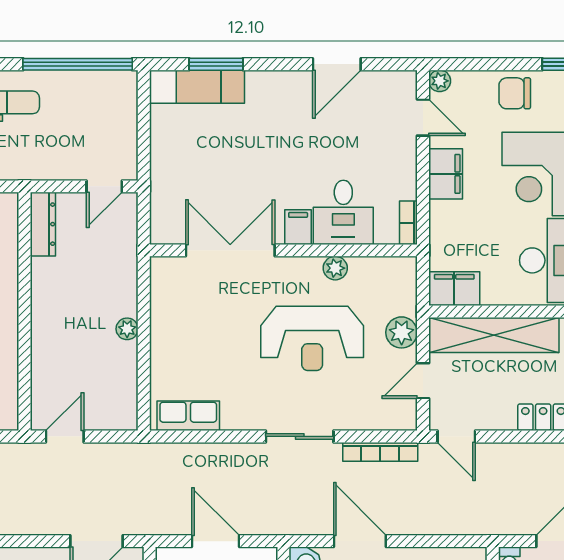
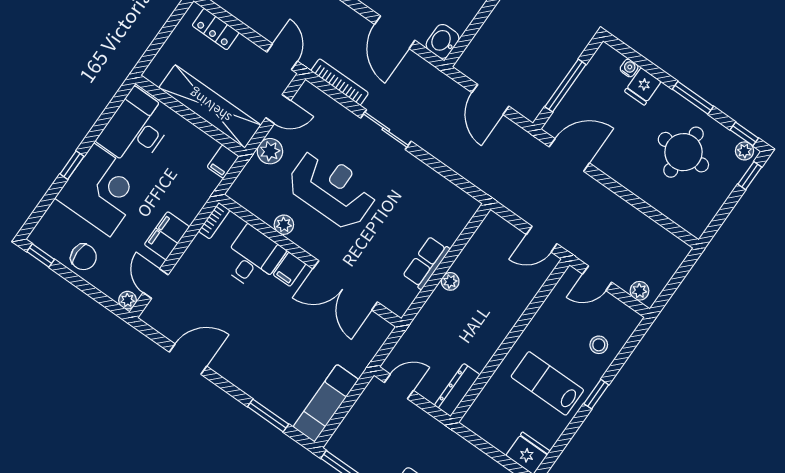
exam couch: (197, 87) -> (326, 403), moved, turned -90
filing cabinet: (454, 289) -> (223, 162), width x0.50
row of seats: (188, 416) -> (426, 263), moved, turned 90

